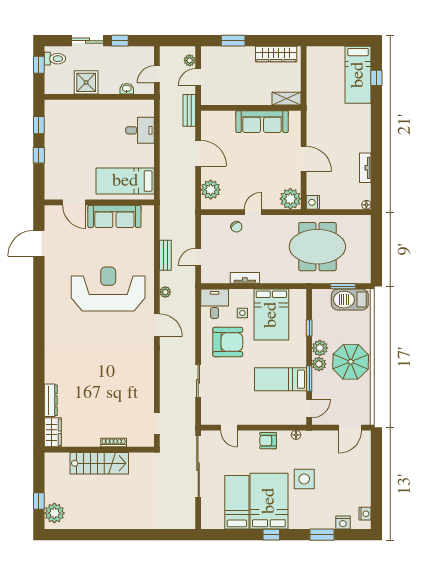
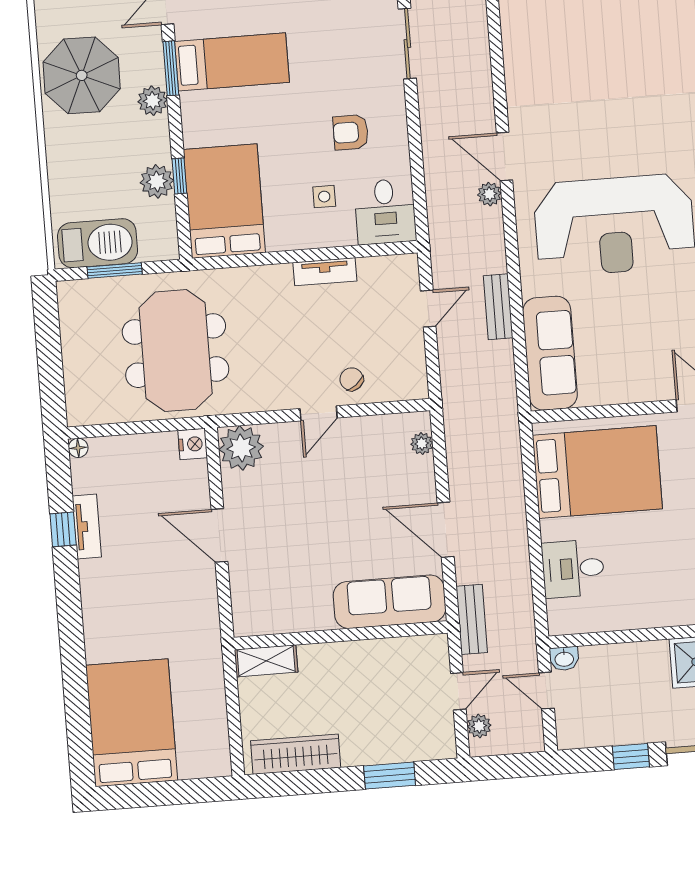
door: (157, 74) -> (547, 691), swing flipped
bed: (358, 75) -> (132, 723), width x1.50
window: (376, 78) -> (63, 529), moved
washbasin: (127, 89) -> (564, 659), moved
sofa: (262, 122) -> (390, 602), moved
bed: (125, 181) -> (597, 472), width x1.50
plant: (211, 190) -> (422, 444), width x0.53, depth x0.53
sofa: (114, 216) -> (550, 353), moved, turned 90
meeting table: (317, 247) -> (176, 351), turned 90
plant: (165, 292) -> (489, 194), moved
bed: (271, 315) -> (224, 201), moved
armchair: (228, 342) -> (351, 132), width x0.53, depth x0.53
plant: (320, 348) -> (157, 181), moved
parasol: (351, 362) -> (82, 75), moved

